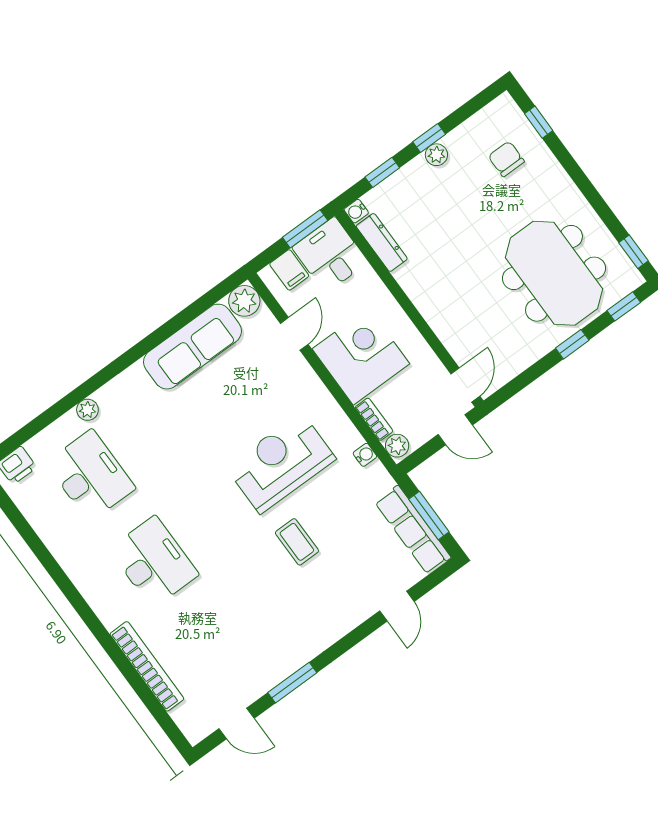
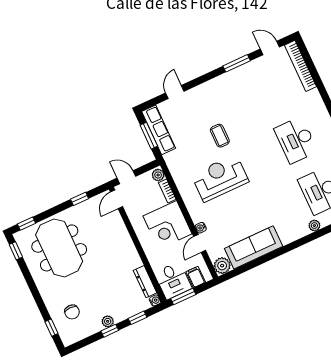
window: (572, 344) -> (80, 199), moved
water cooler: (365, 455) -> (201, 228), moved
reception desk: (281, 463) -> (220, 178), turned 180
bookcase: (147, 666) -> (300, 66), moved

